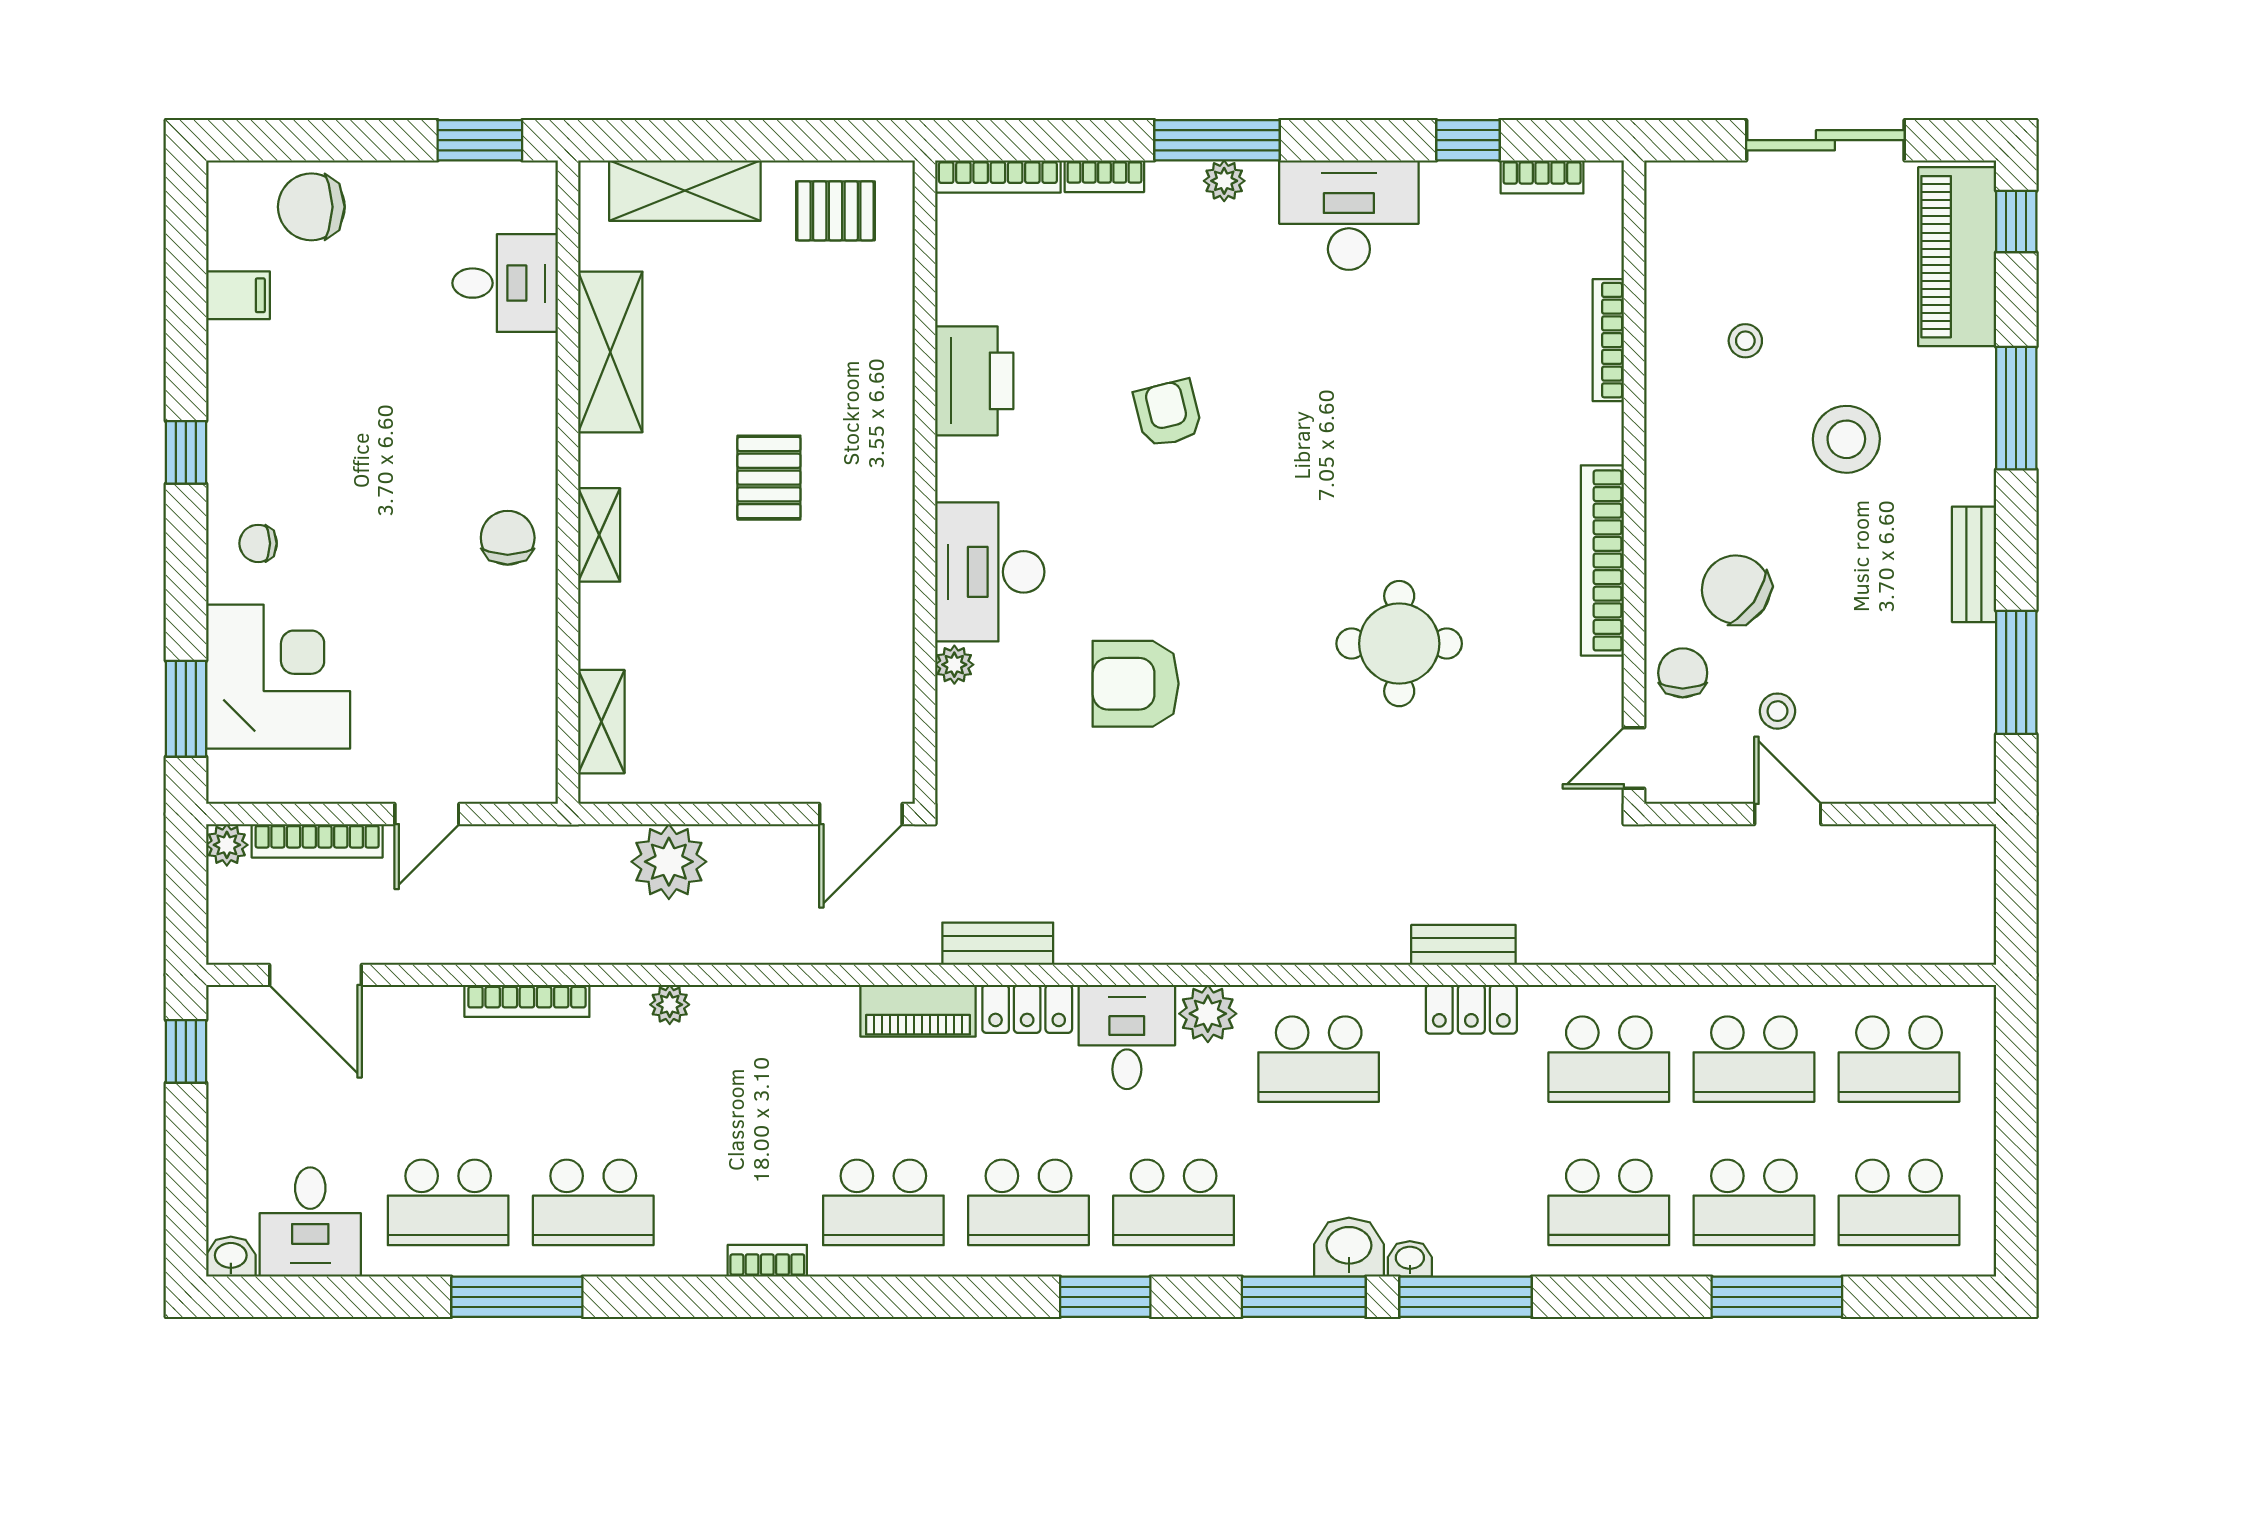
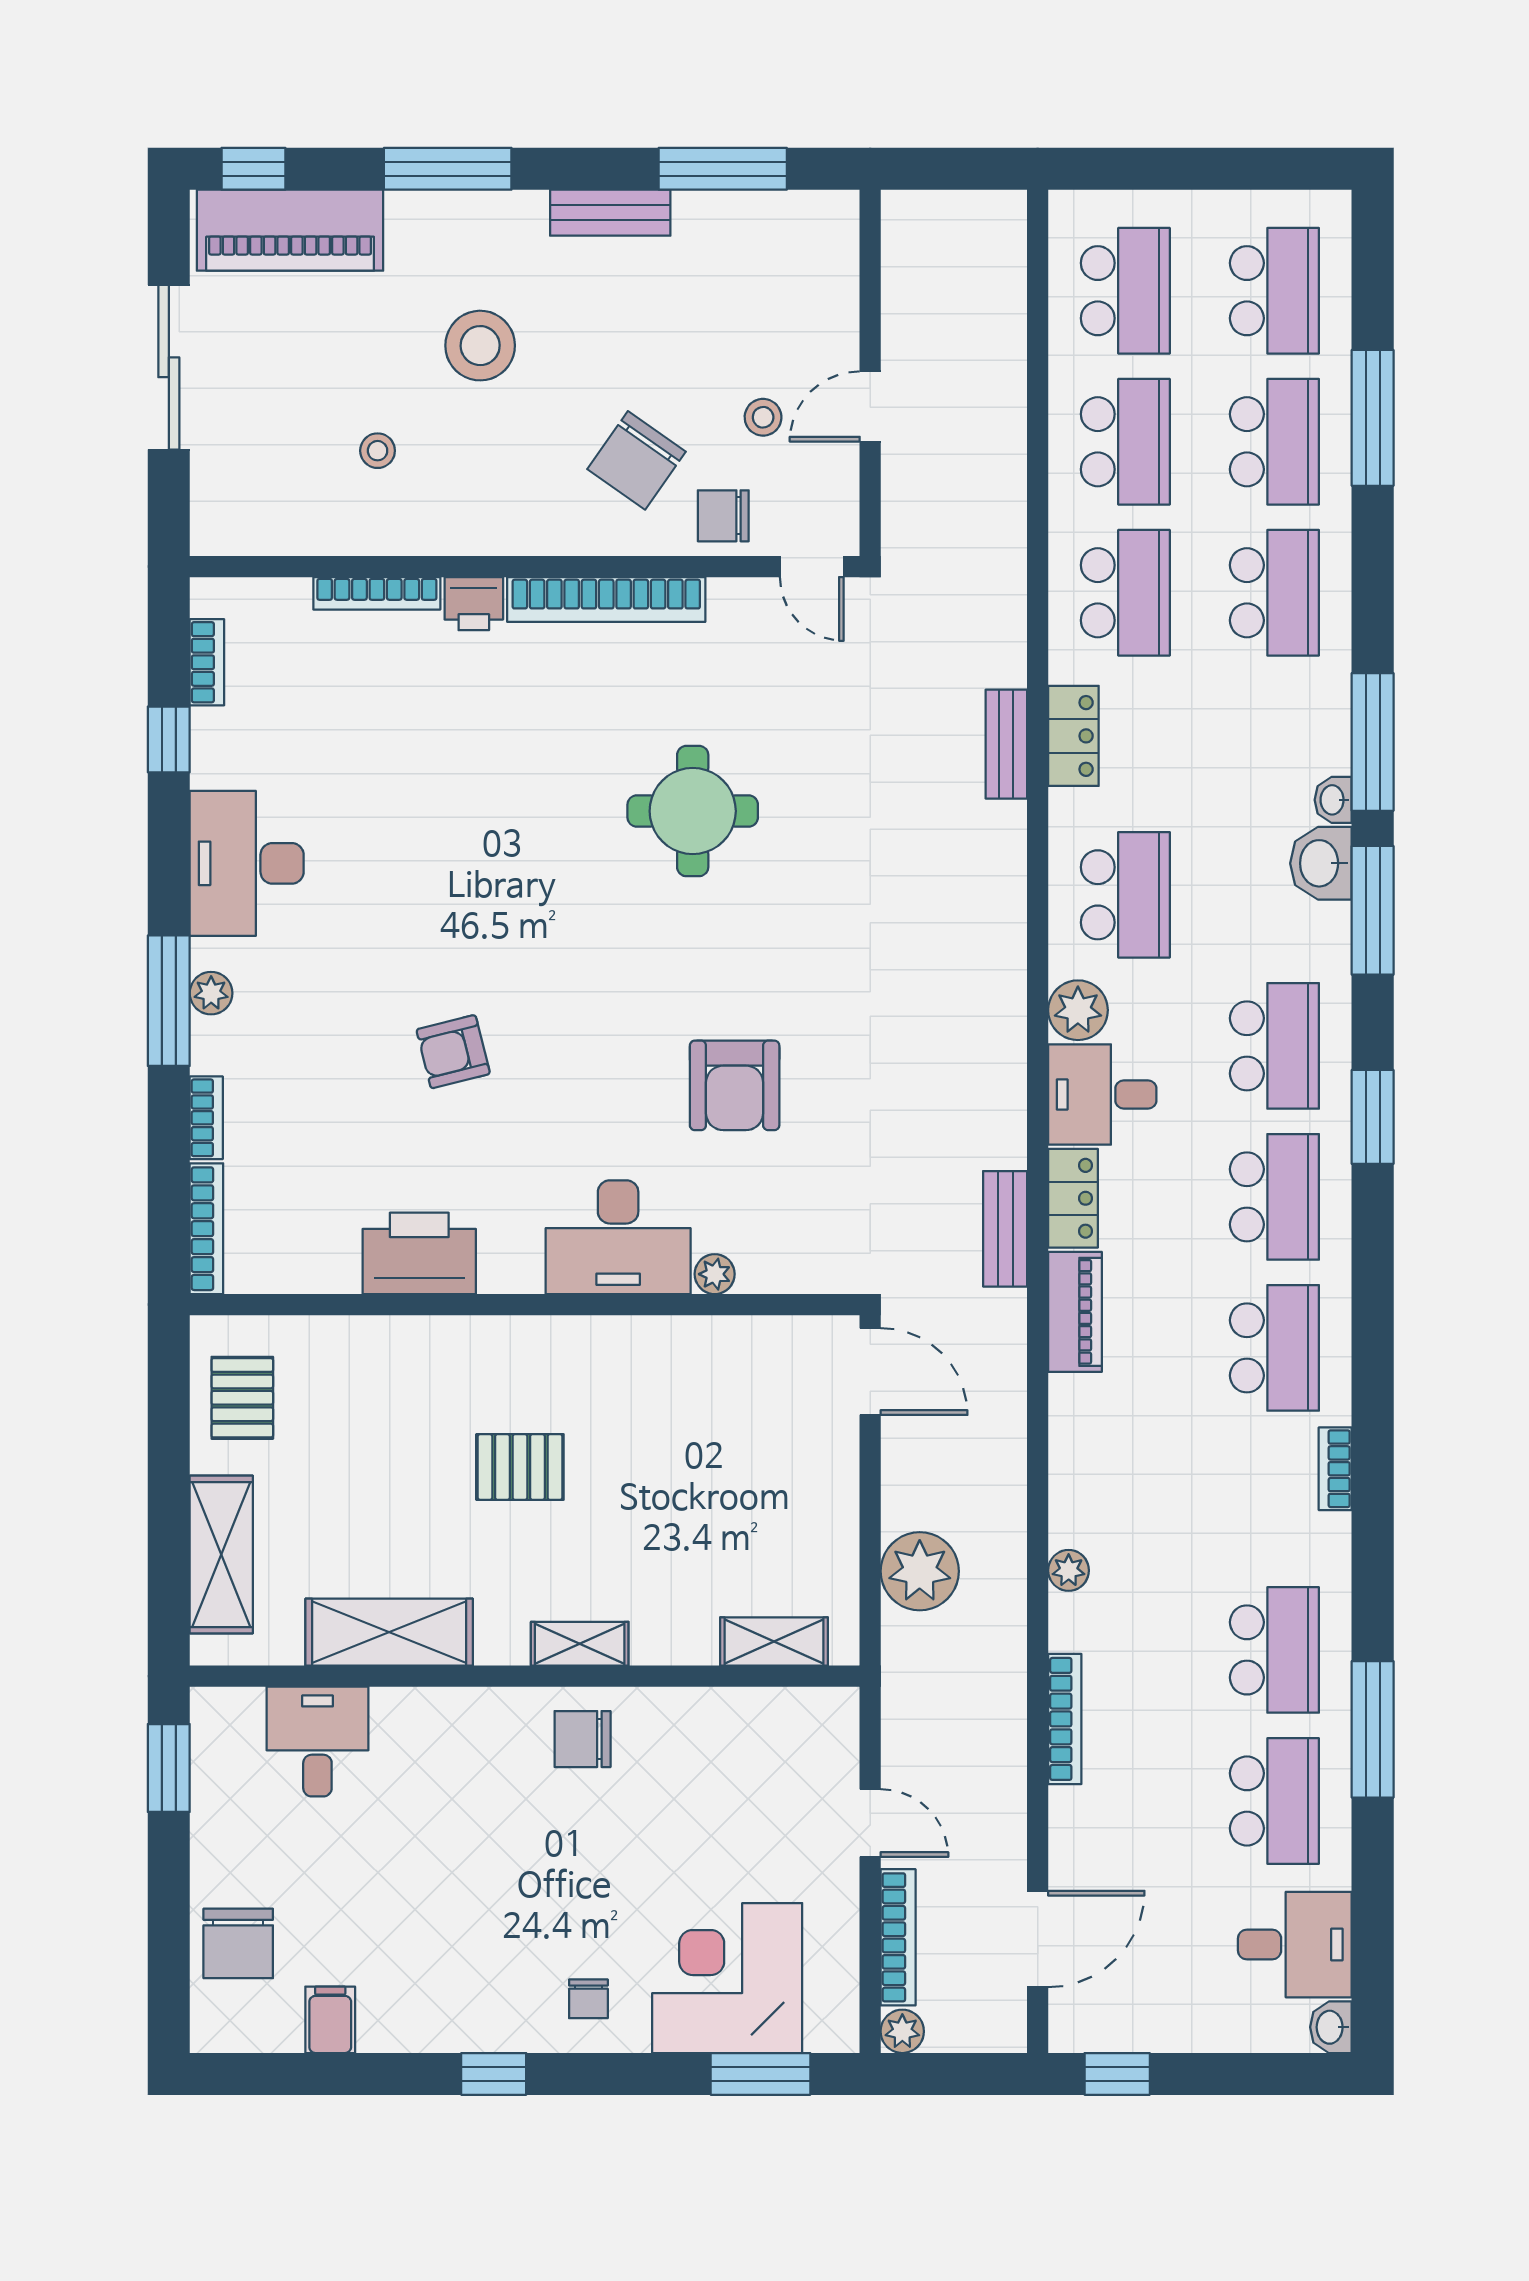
printer: (1598, 433) -> (474, 604), added

